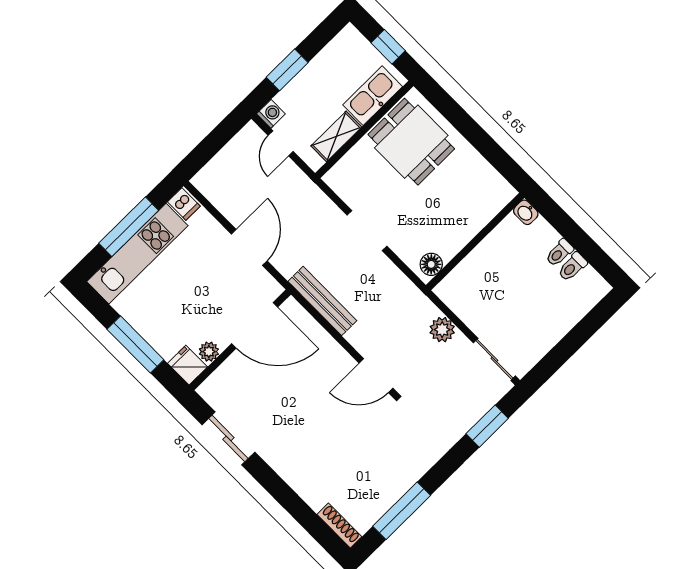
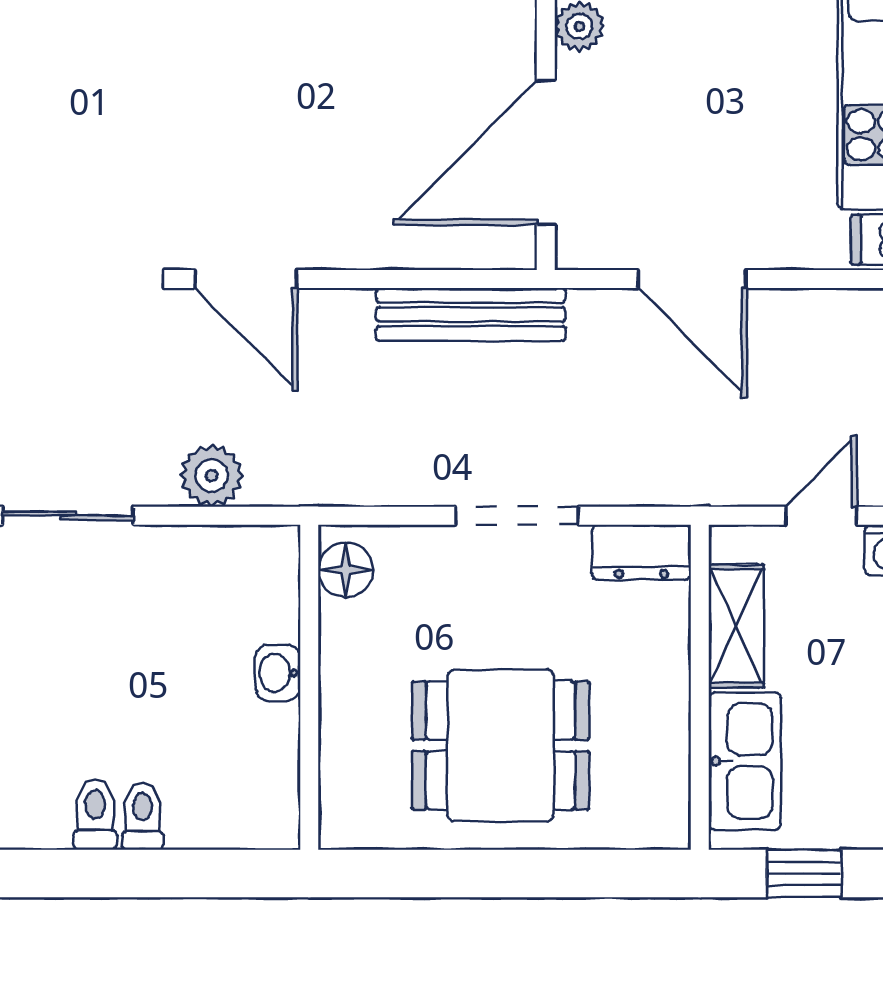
dining table: (411, 142) -> (501, 745), moved
door: (281, 143) -> (821, 516), hinge flipped
dresser: (342, 185) -> (641, 552), added
washbasin: (526, 212) -> (278, 673), moved, turned -90
door: (376, 376) -> (246, 279), swing flipped

